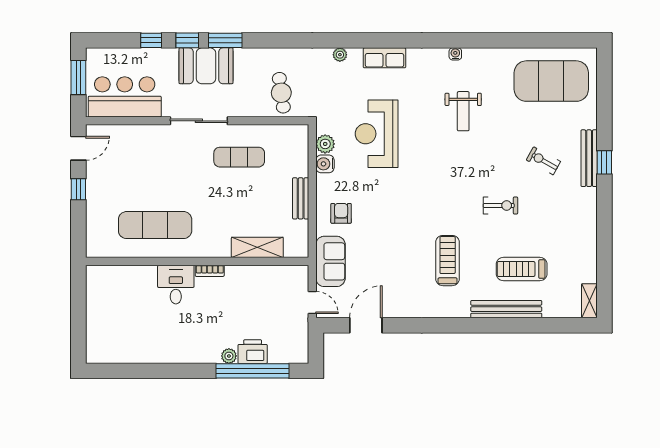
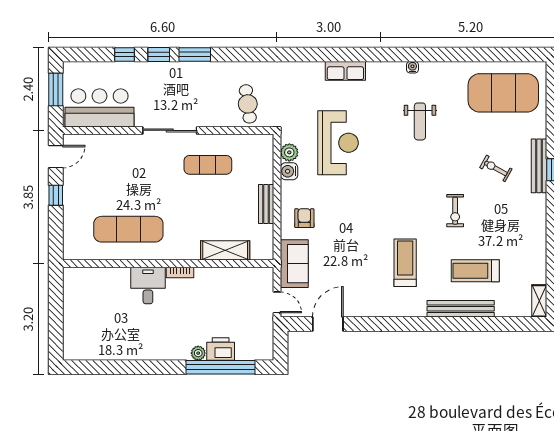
plant: (340, 55) -> (303, 68), removed
booth: (206, 66) -> (176, 78), removed
reception desk: (377, 134) -> (338, 143), turned 180
exercise bike: (500, 205) -> (455, 211), turned 90

